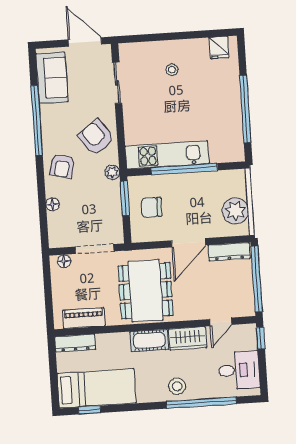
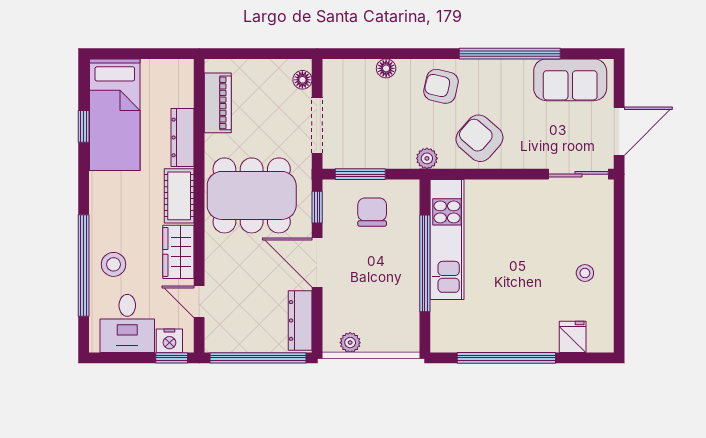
fridge: (219, 48) -> (573, 337), moved, turned 90
stool: (172, 70) -> (585, 273), moved
sliding door: (117, 83) -> (578, 174), moved
armchair: (96, 137) -> (479, 138), turned -103
window: (125, 198) -> (360, 174), moved
plant: (235, 211) -> (350, 343), width x0.53, depth x0.53
window: (151, 245) -> (317, 207), added
nightstand: (249, 340) -> (169, 341), added
dresser: (75, 343) -> (182, 137), moved
stool: (177, 386) -> (114, 264), moved
window: (90, 410) -> (84, 126), moved

